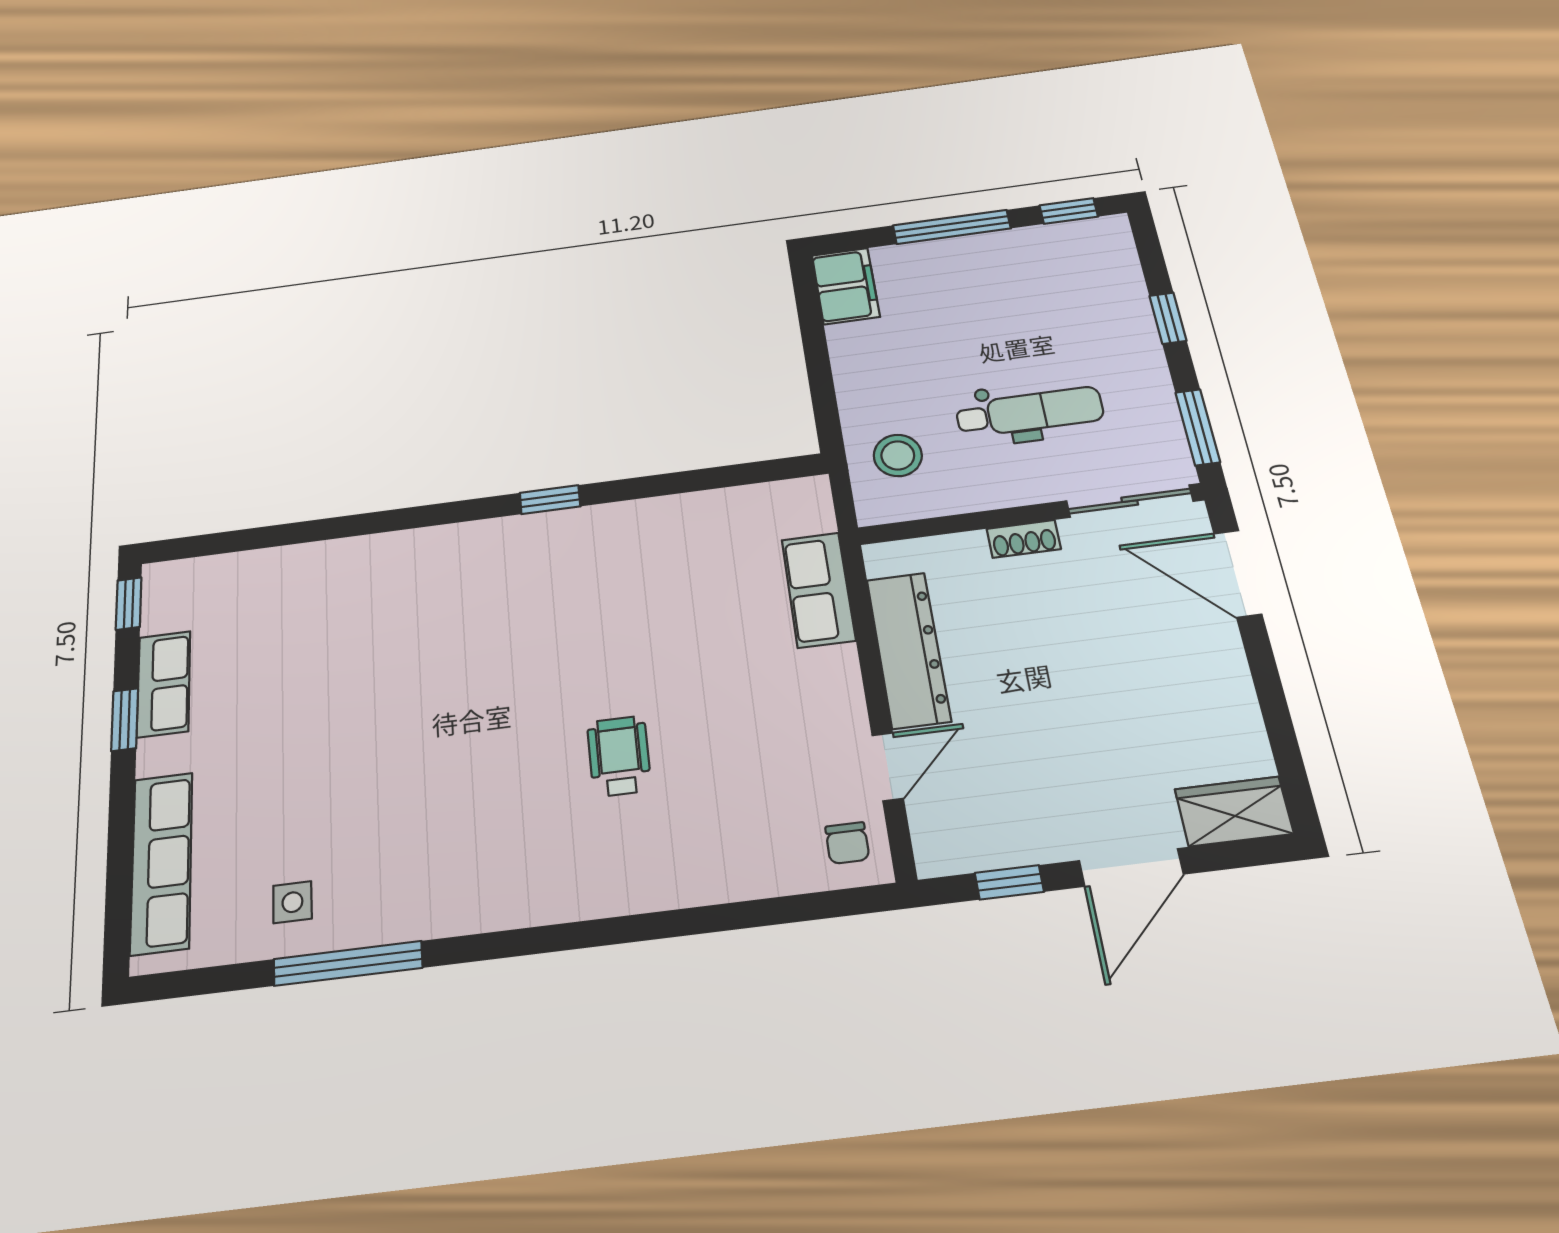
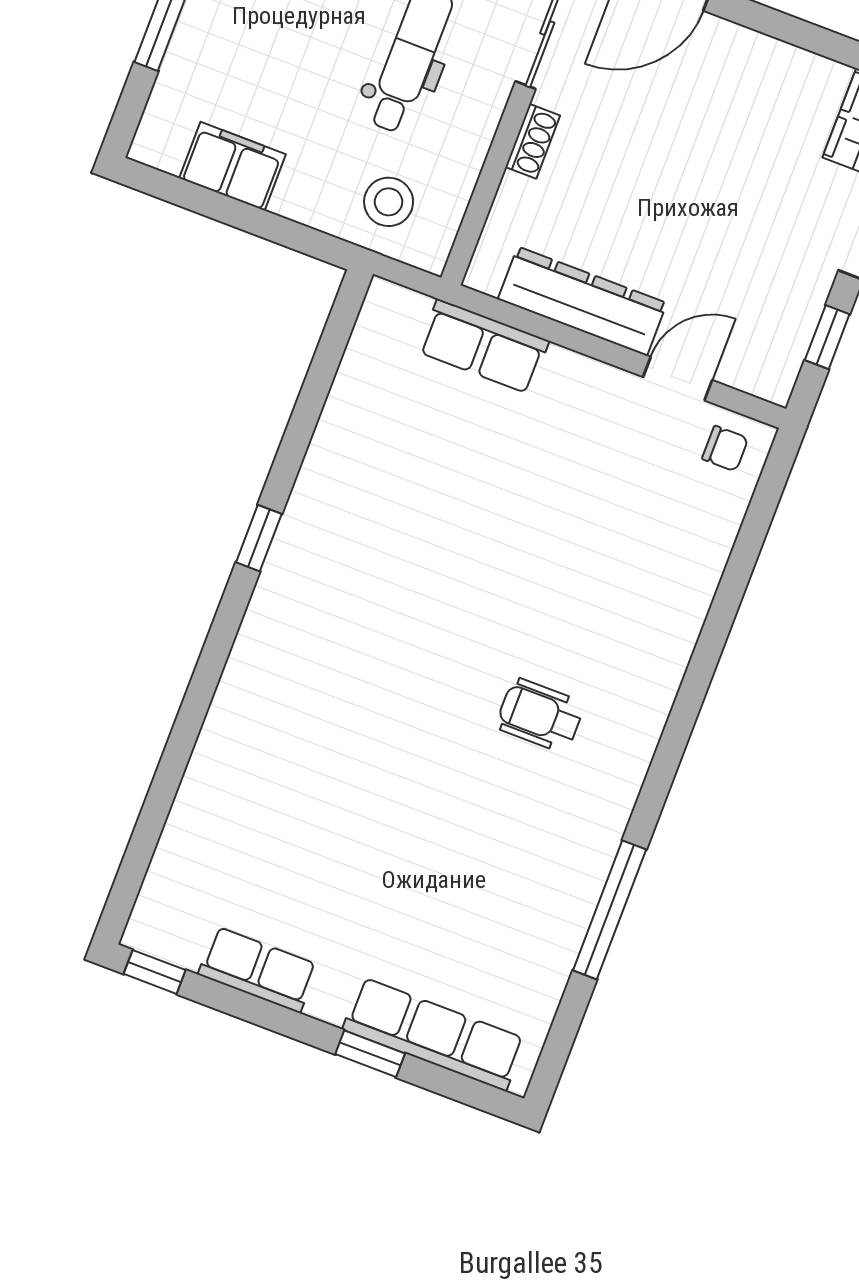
filing cabinet: (846, 286) -> (233, 166), moved
window: (125, 720) -> (370, 1054), moved
wheelchair: (619, 756) -> (540, 715), moved
door: (888, 767) -> (678, 379), hinge flipped
side table: (292, 902) -> (531, 935), removed

